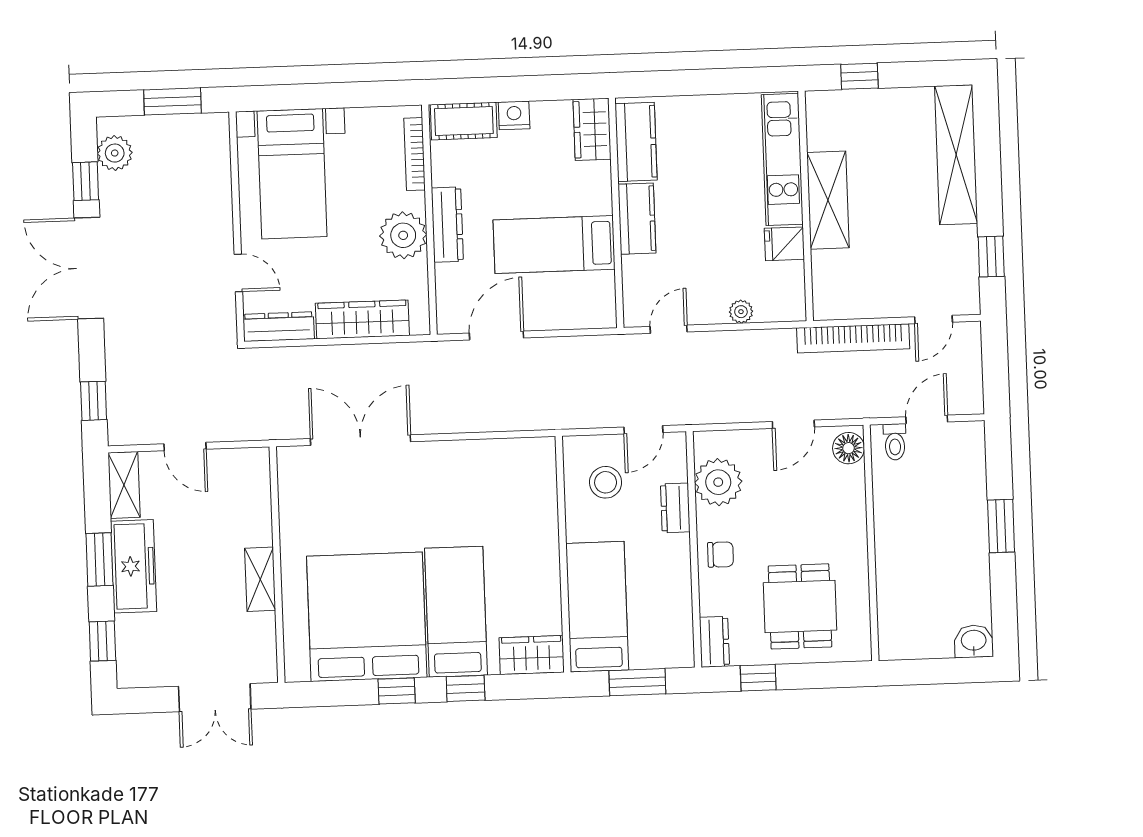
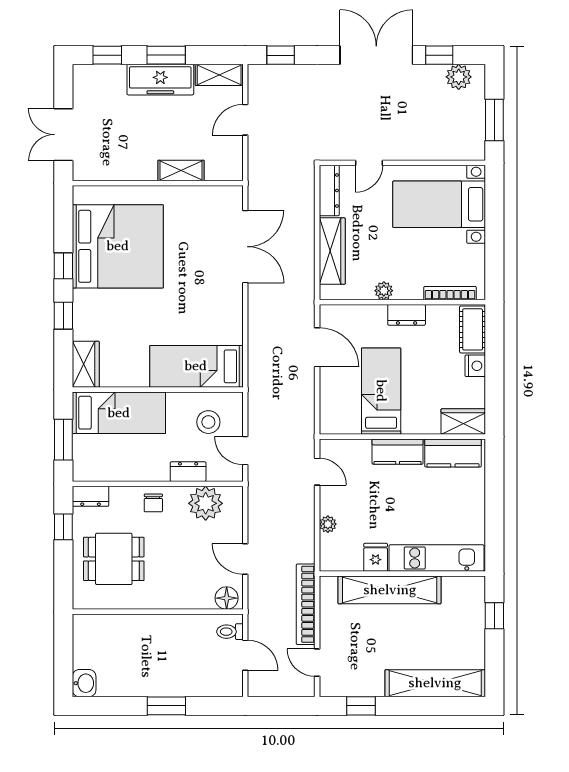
shelving: (828, 200) -> (390, 590), width x1.47
dresser: (447, 225) -> (407, 315), width x0.70
plant: (403, 235) -> (384, 291), width x0.53, depth x0.53
shelving: (260, 579) -> (181, 171), moved
bed: (456, 612) -> (196, 366), moved, turned 180

